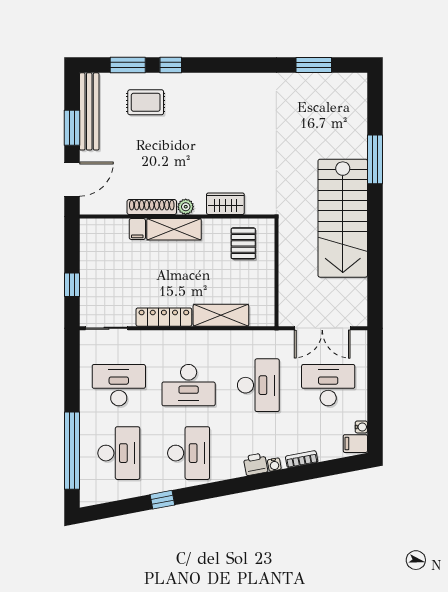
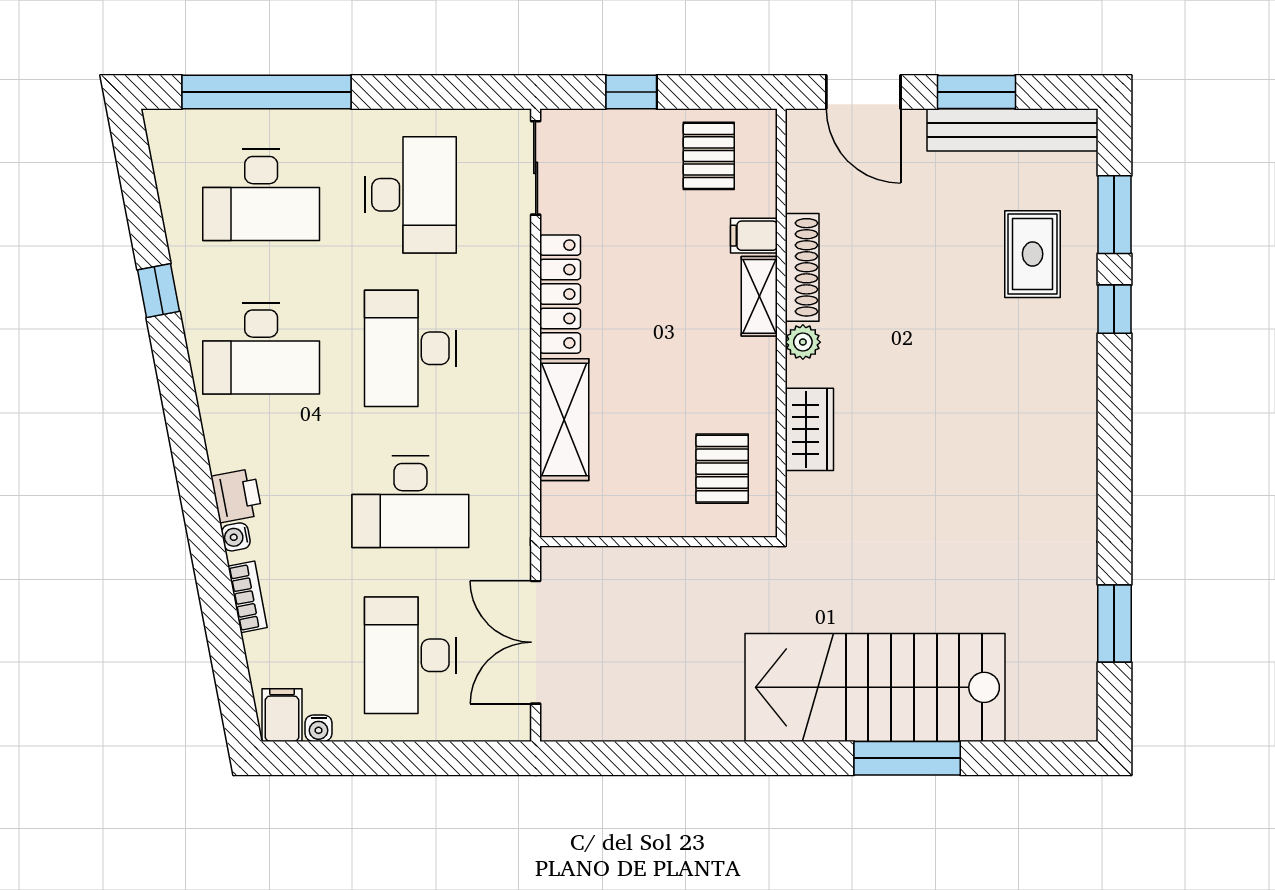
stairs: (343, 218) -> (875, 687), moved
shelving: (174, 229) -> (759, 296), width x0.67, depth x0.75
pallet: (243, 243) -> (722, 469), turned 90
pallet: (101, 249) -> (709, 156), added
desk: (328, 385) -> (410, 655), turned 180

